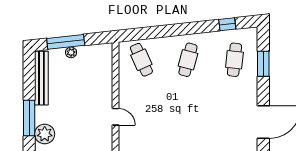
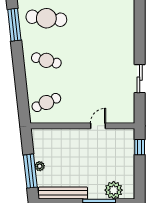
window: (227, 24) -> (14, 25), width x2.17
cafe table: (234, 60) -> (46, 18), width x1.37, depth x1.35

